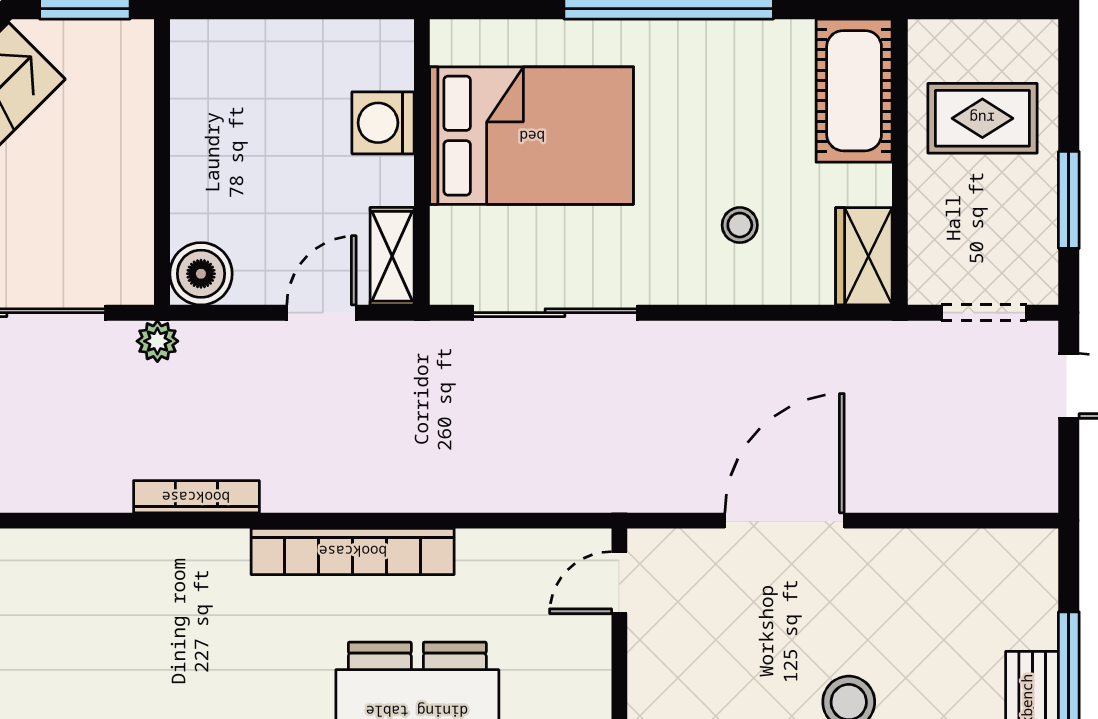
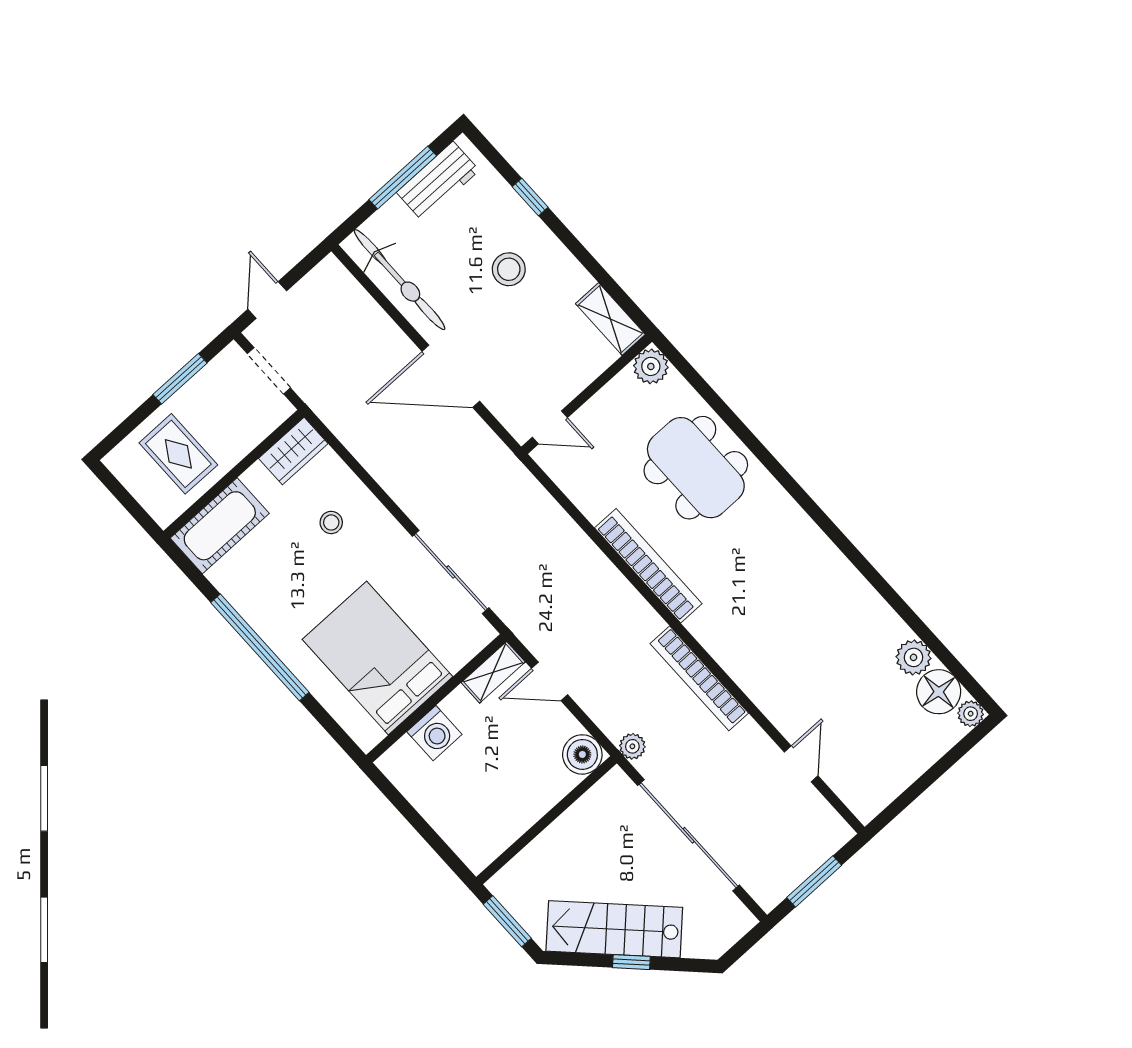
bookcase: (196, 497) -> (699, 678), width x1.48, depth x1.31
bicycle: (952, 563) -> (400, 280), added

